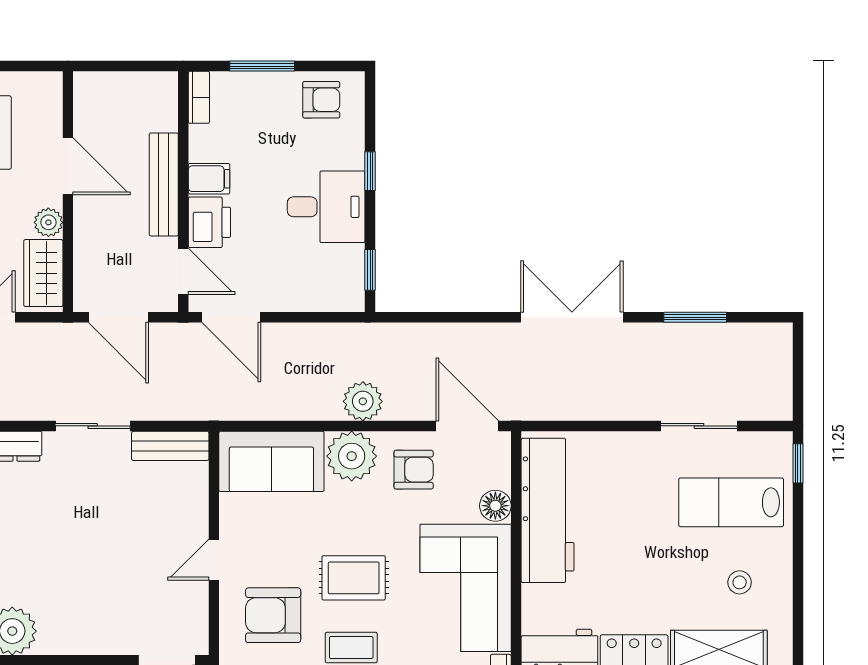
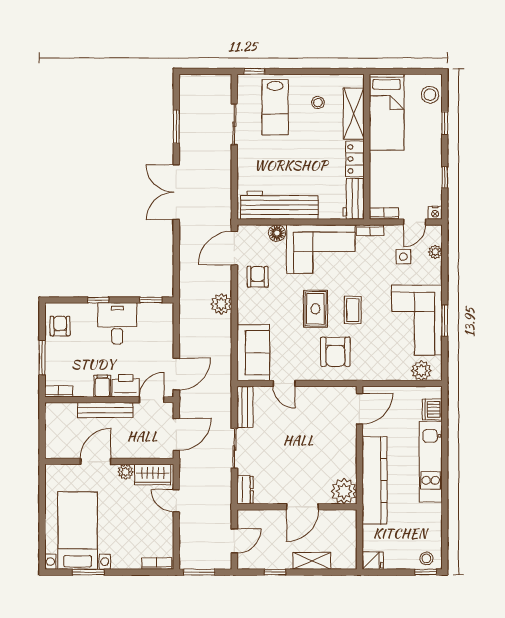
plant: (352, 456) -> (250, 310), removed
door: (214, 560) -> (284, 383), moved

